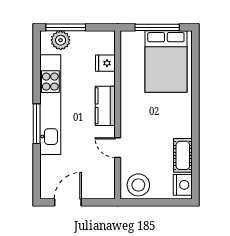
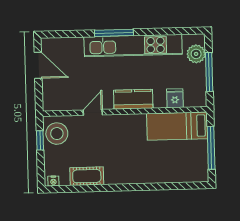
window: (66, 27) -> (209, 72), moved
bed: (166, 62) -> (177, 126), moved, width x0.67
nightstand: (183, 185) -> (53, 181), width x0.53, depth x0.56
window: (145, 202) -> (40, 140), added

